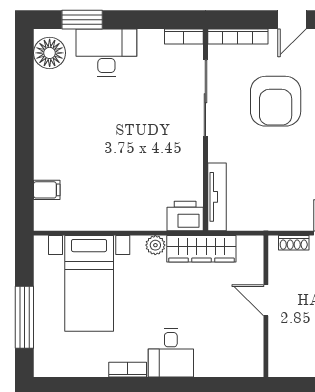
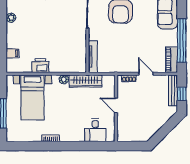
plant: (44, 115) -> (11, 18), added
printer: (185, 216) -> (40, 66), moved
desk: (171, 353) -> (95, 130), moved

